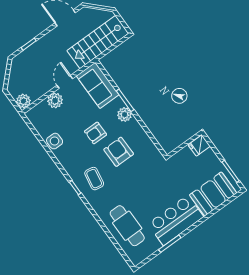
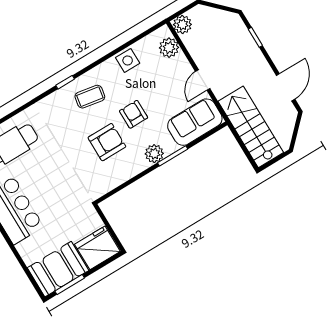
door: (65, 82) -> (203, 80), swing flipped
plant: (55, 100) -> (169, 48), moved
fridge: (199, 145) -> (97, 248), width x1.88, depth x1.34
coffee table: (94, 179) -> (90, 97), moved
booth: (213, 194) -> (58, 269), moved, turned 90

